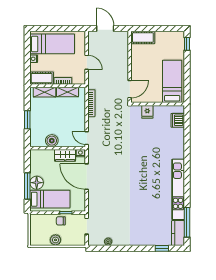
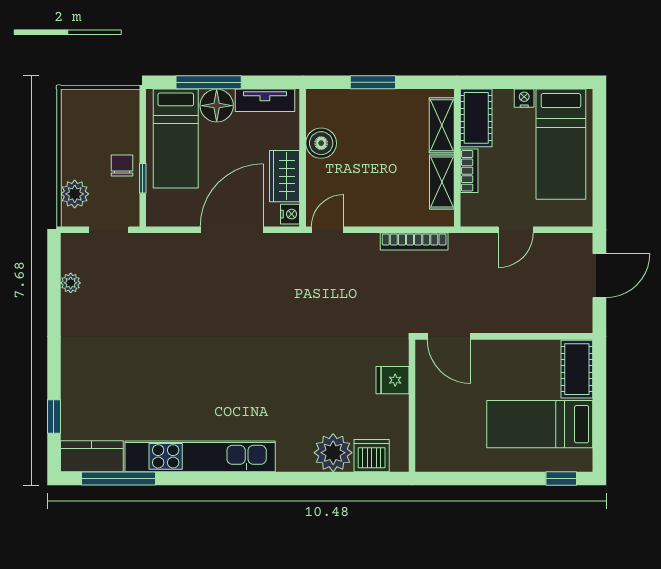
bed: (172, 81) -> (540, 424), moved, turned 180
plant: (177, 136) -> (333, 453), added
tv unit: (35, 163) -> (265, 100), added
plant: (55, 240) -> (75, 194), moved

